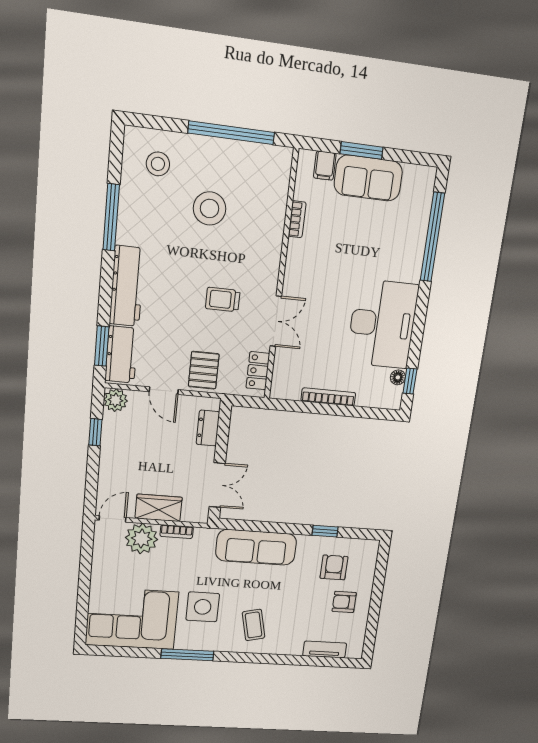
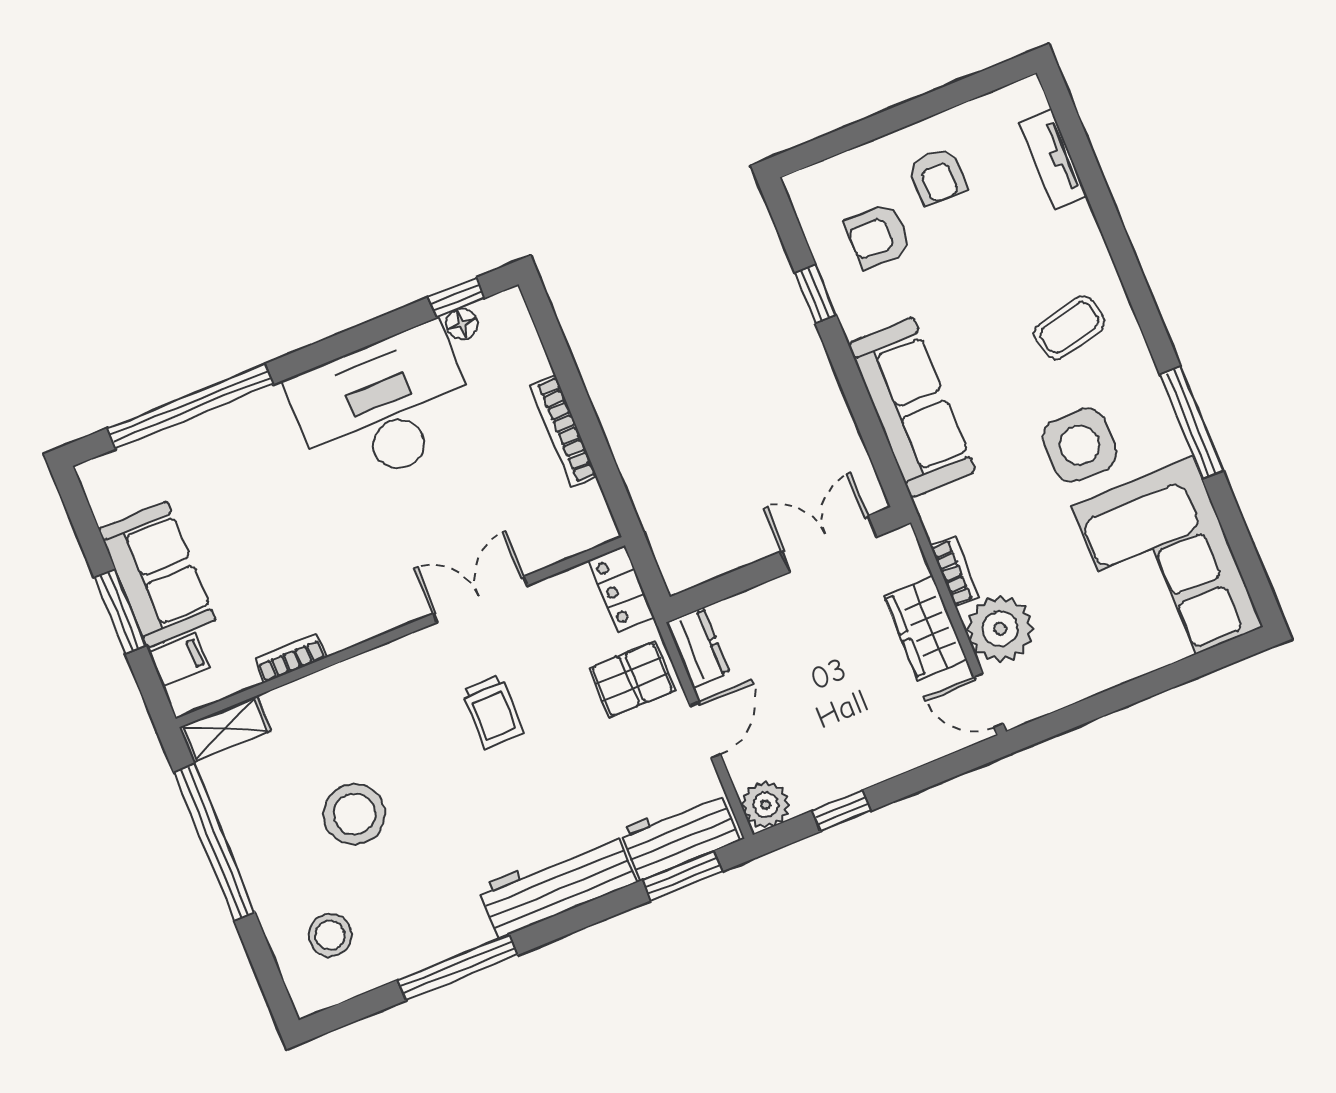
shelving: (281, 169) -> (225, 729), added
locker: (258, 371) -> (622, 589), moved, turned 90
dresser: (208, 428) -> (698, 648), moved, turned -90

